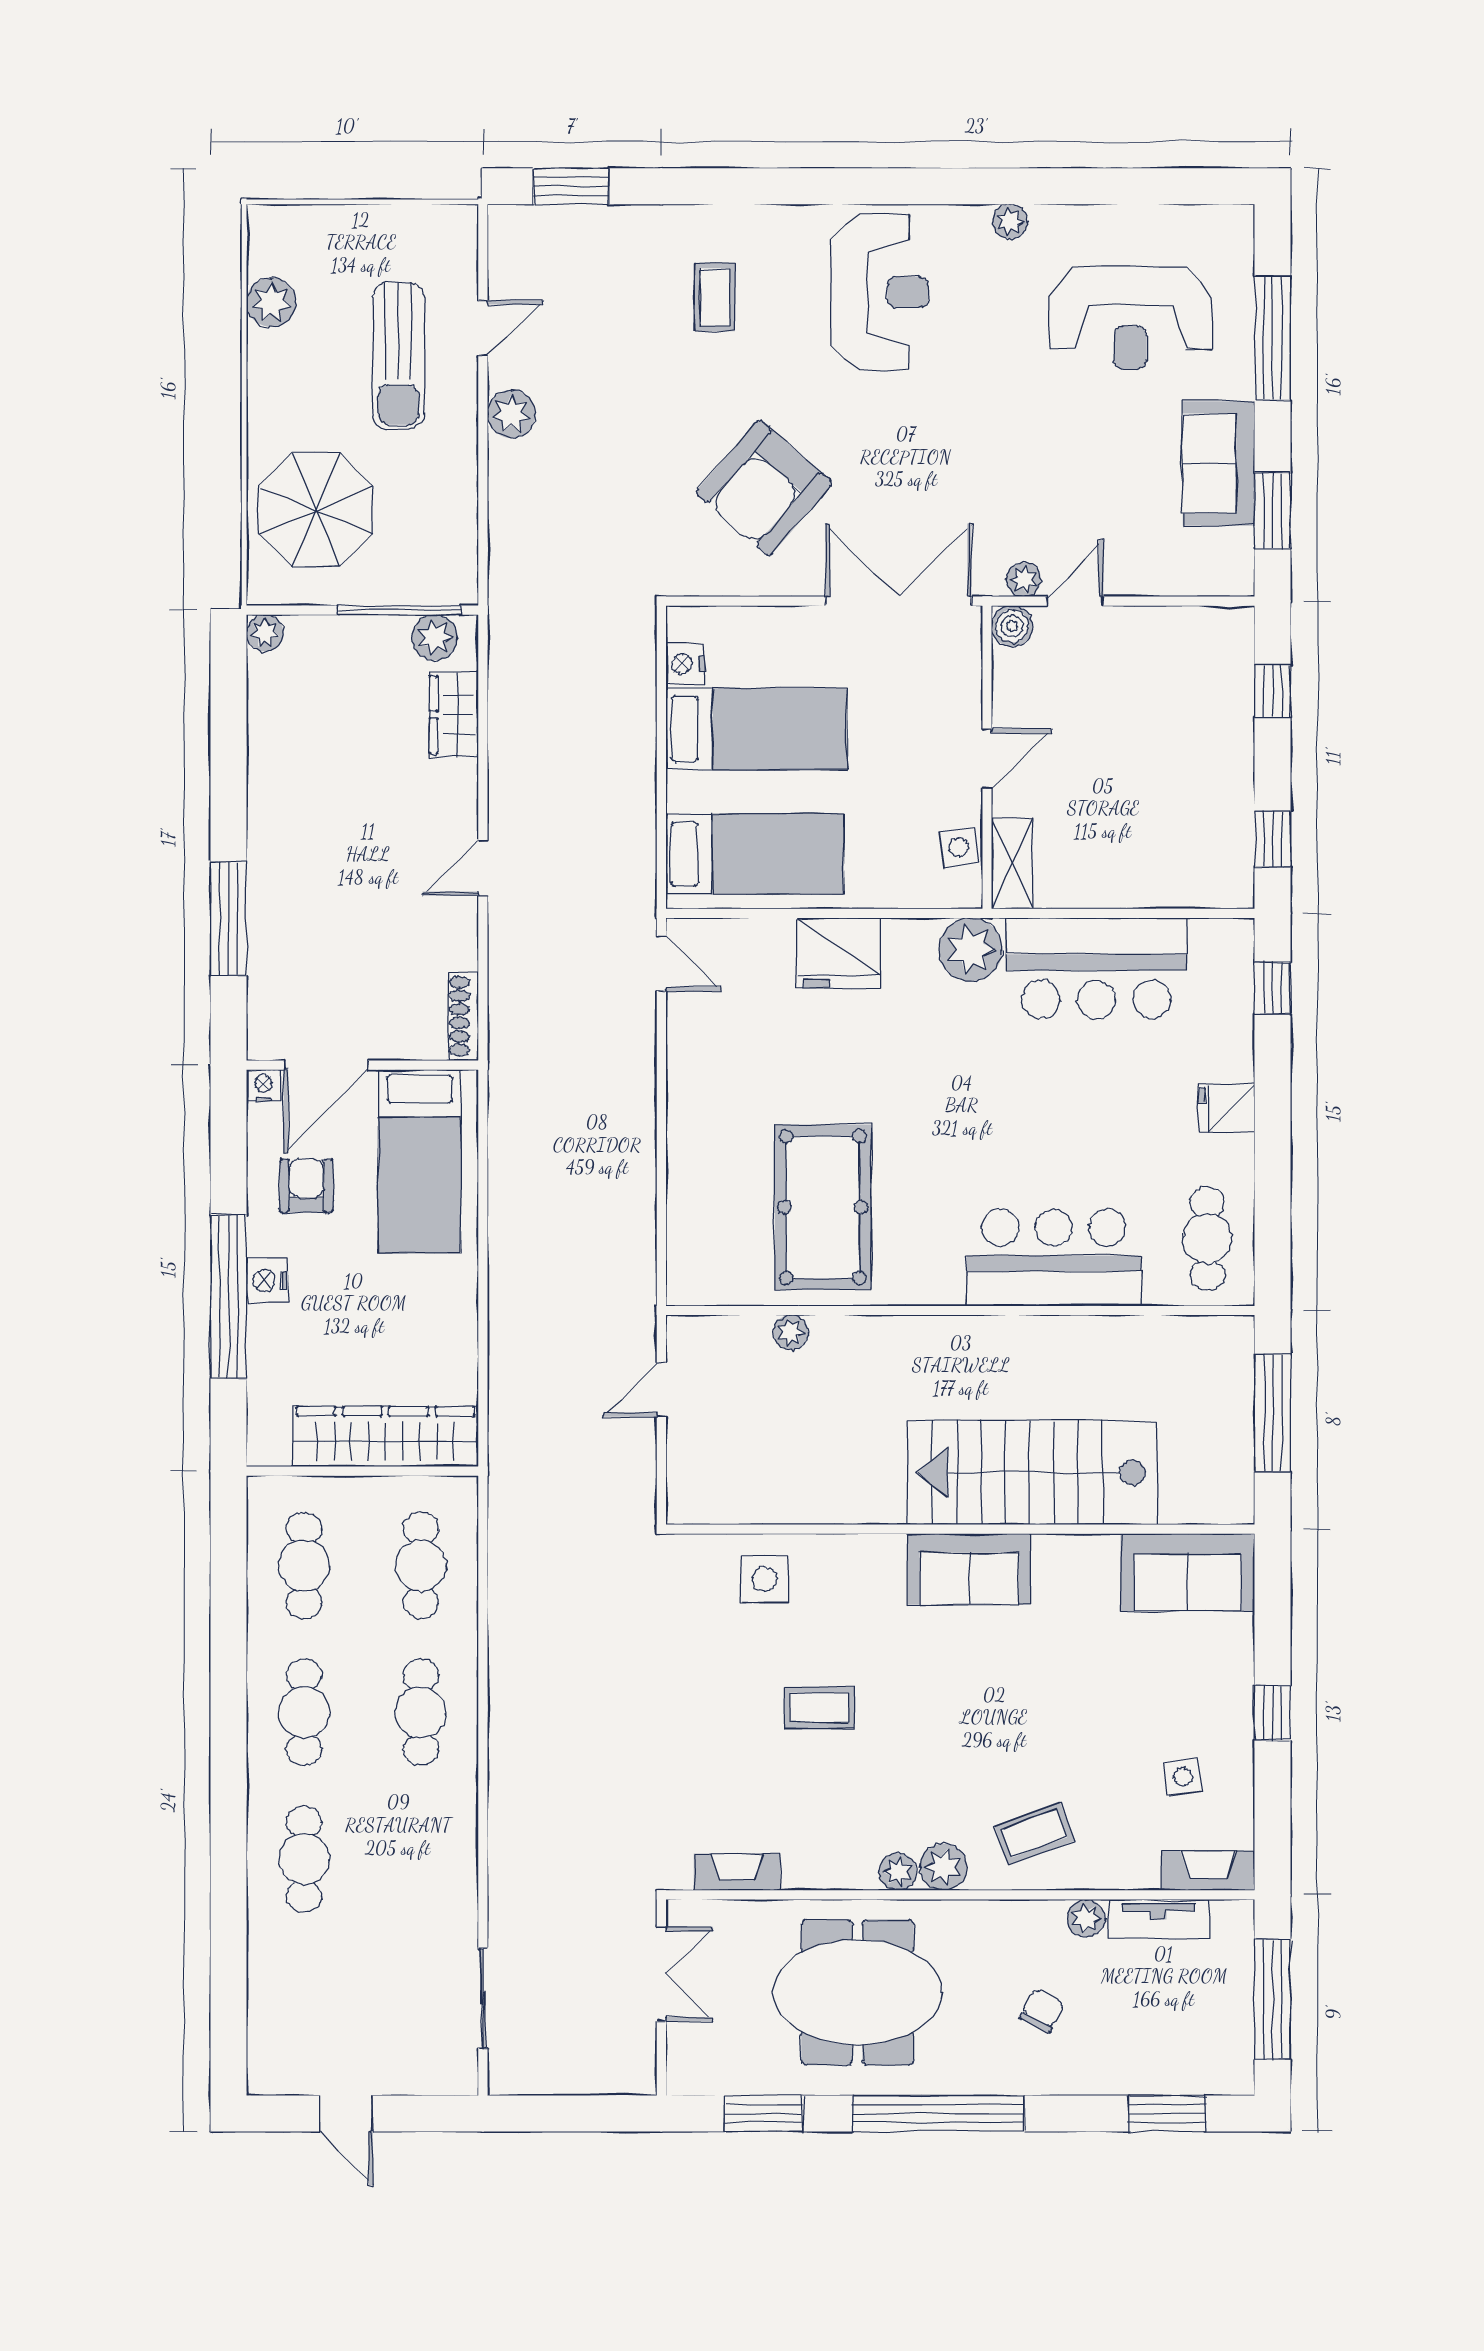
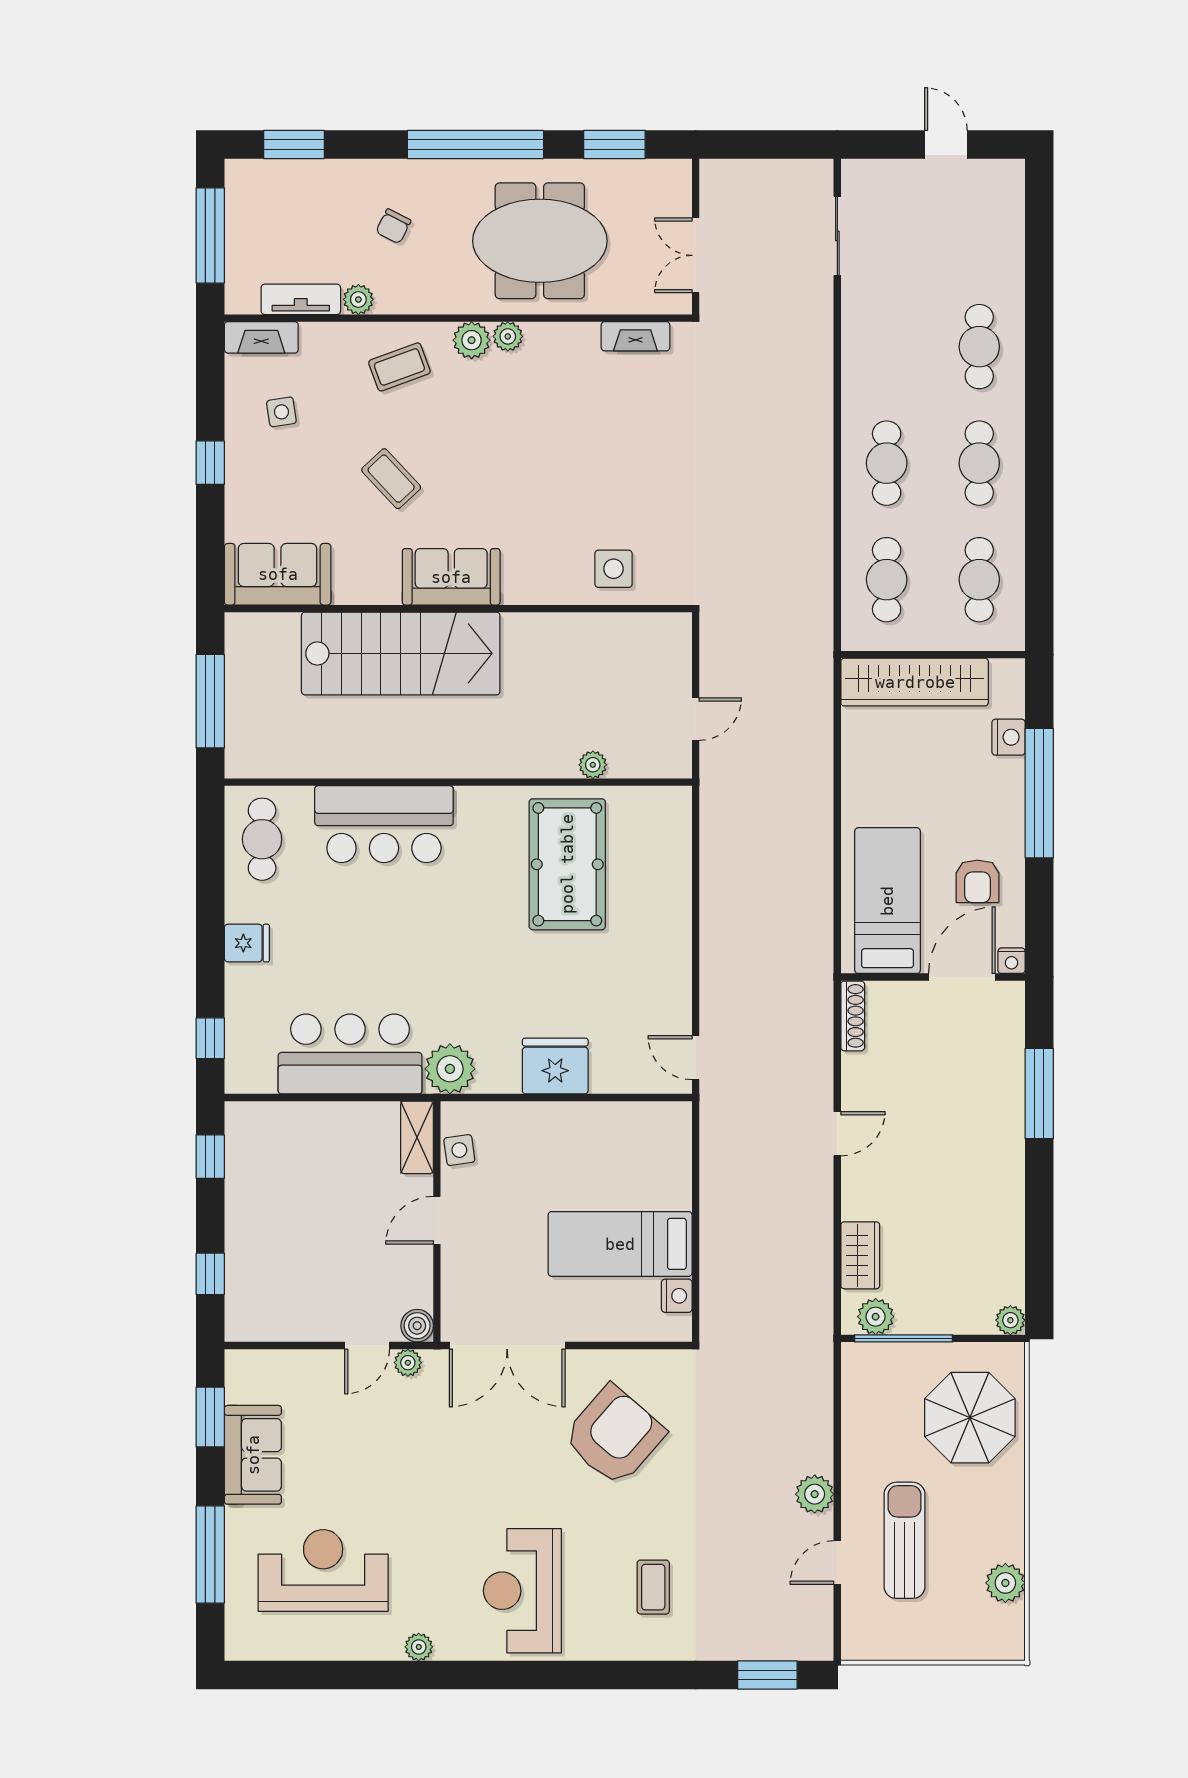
bed: (755, 854) -> (621, 1145), removed
nightstand: (267, 1280) -> (1008, 737), moved
coffee table: (819, 1708) -> (391, 479), moved, turned 47

